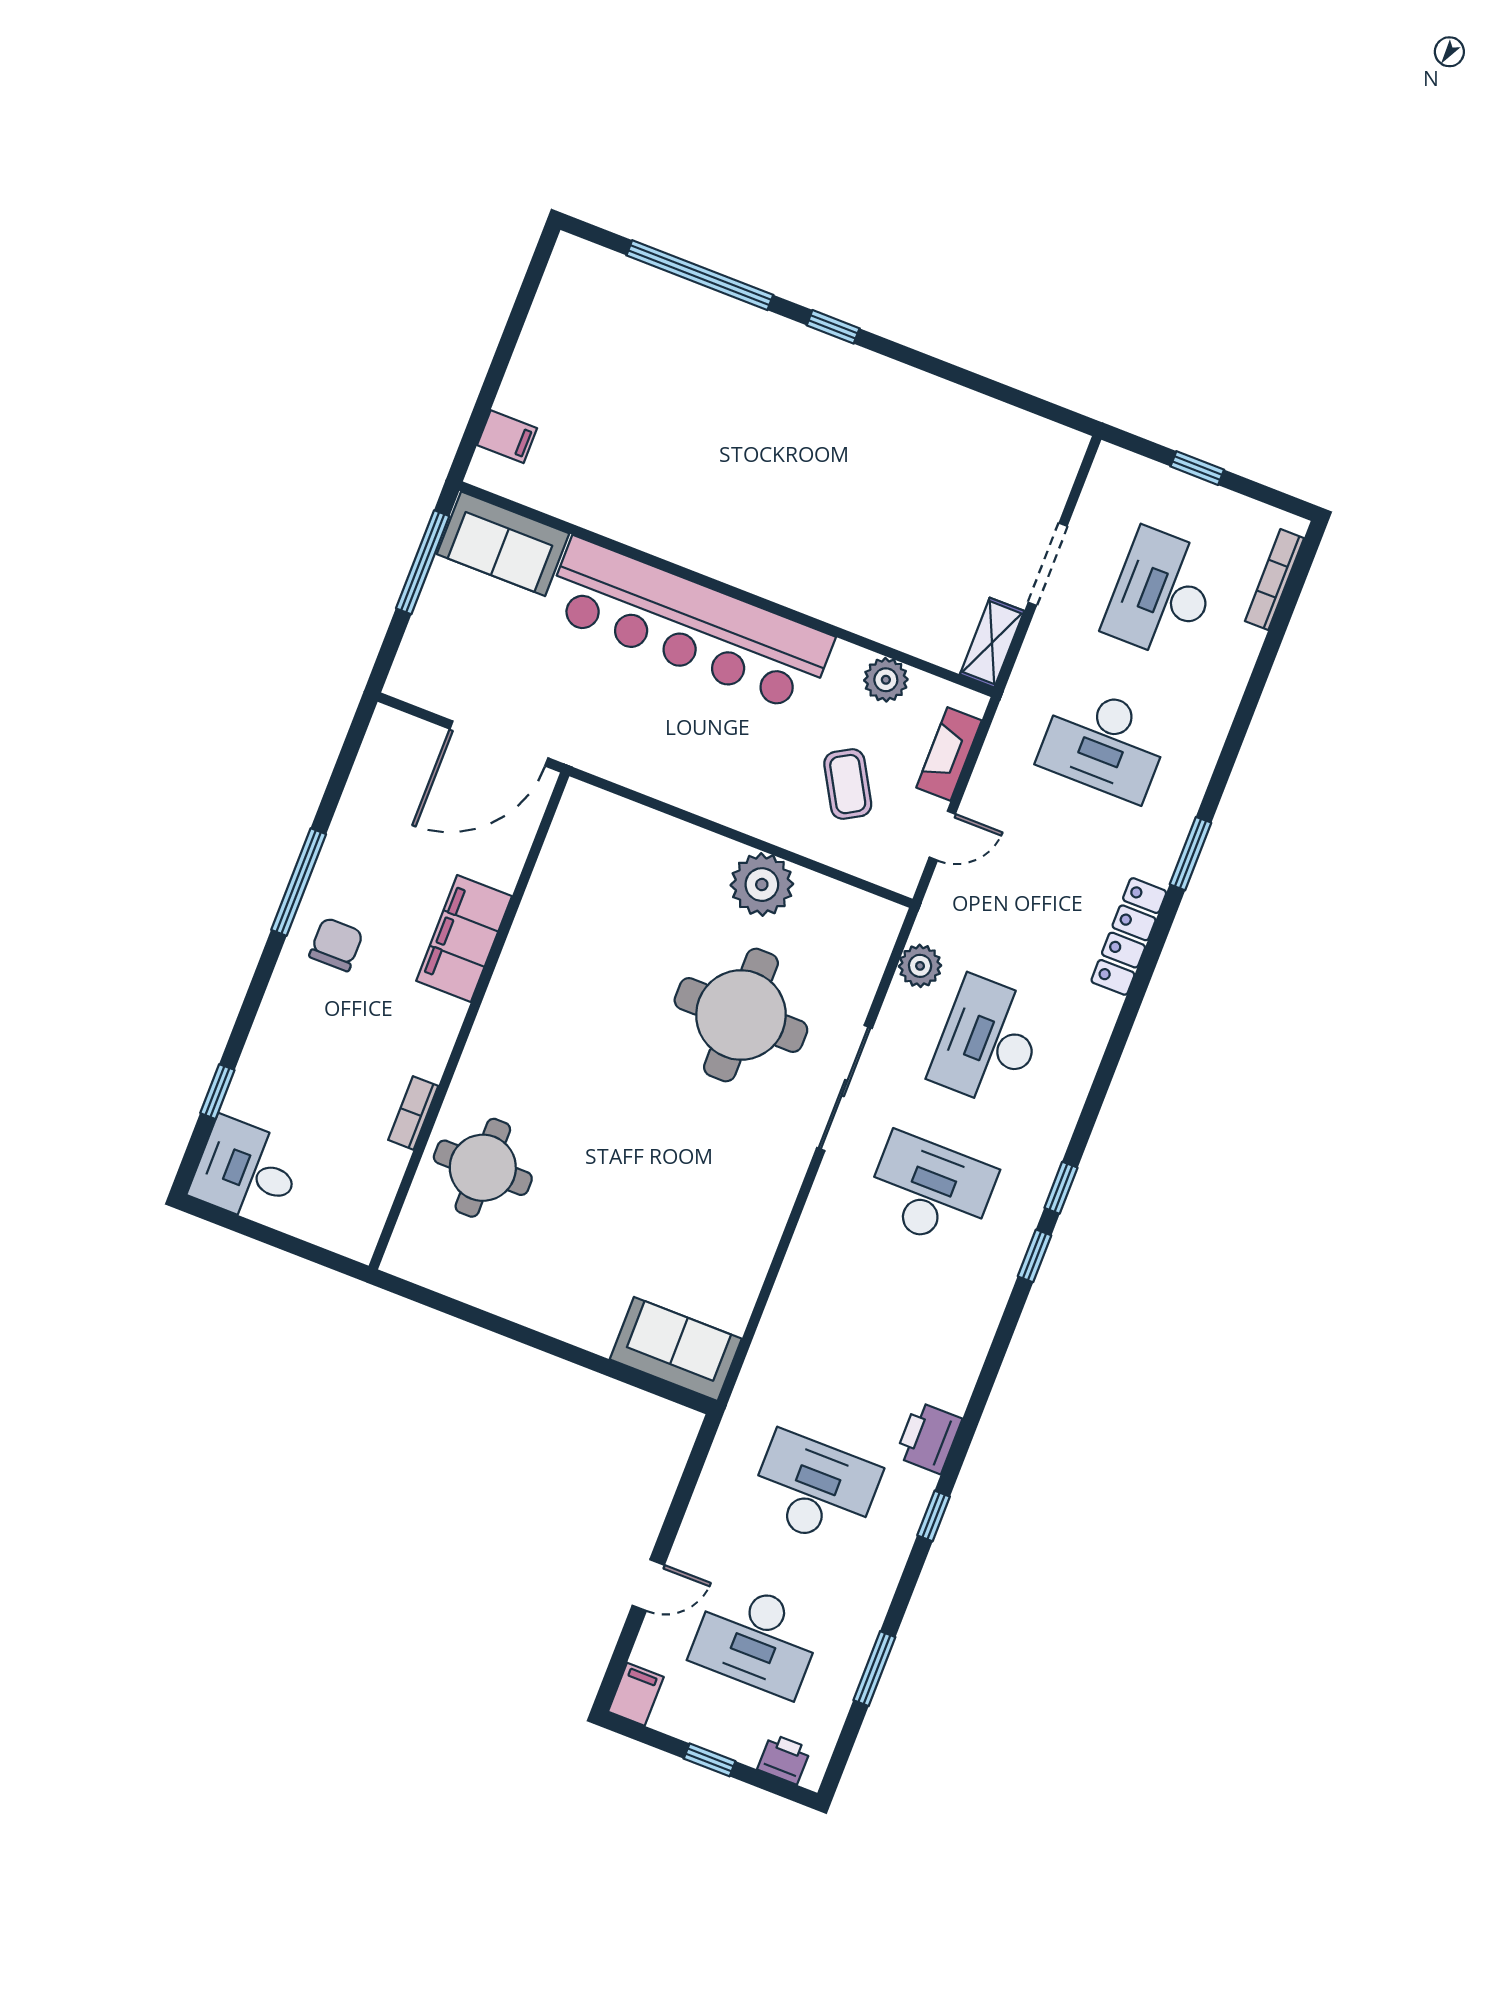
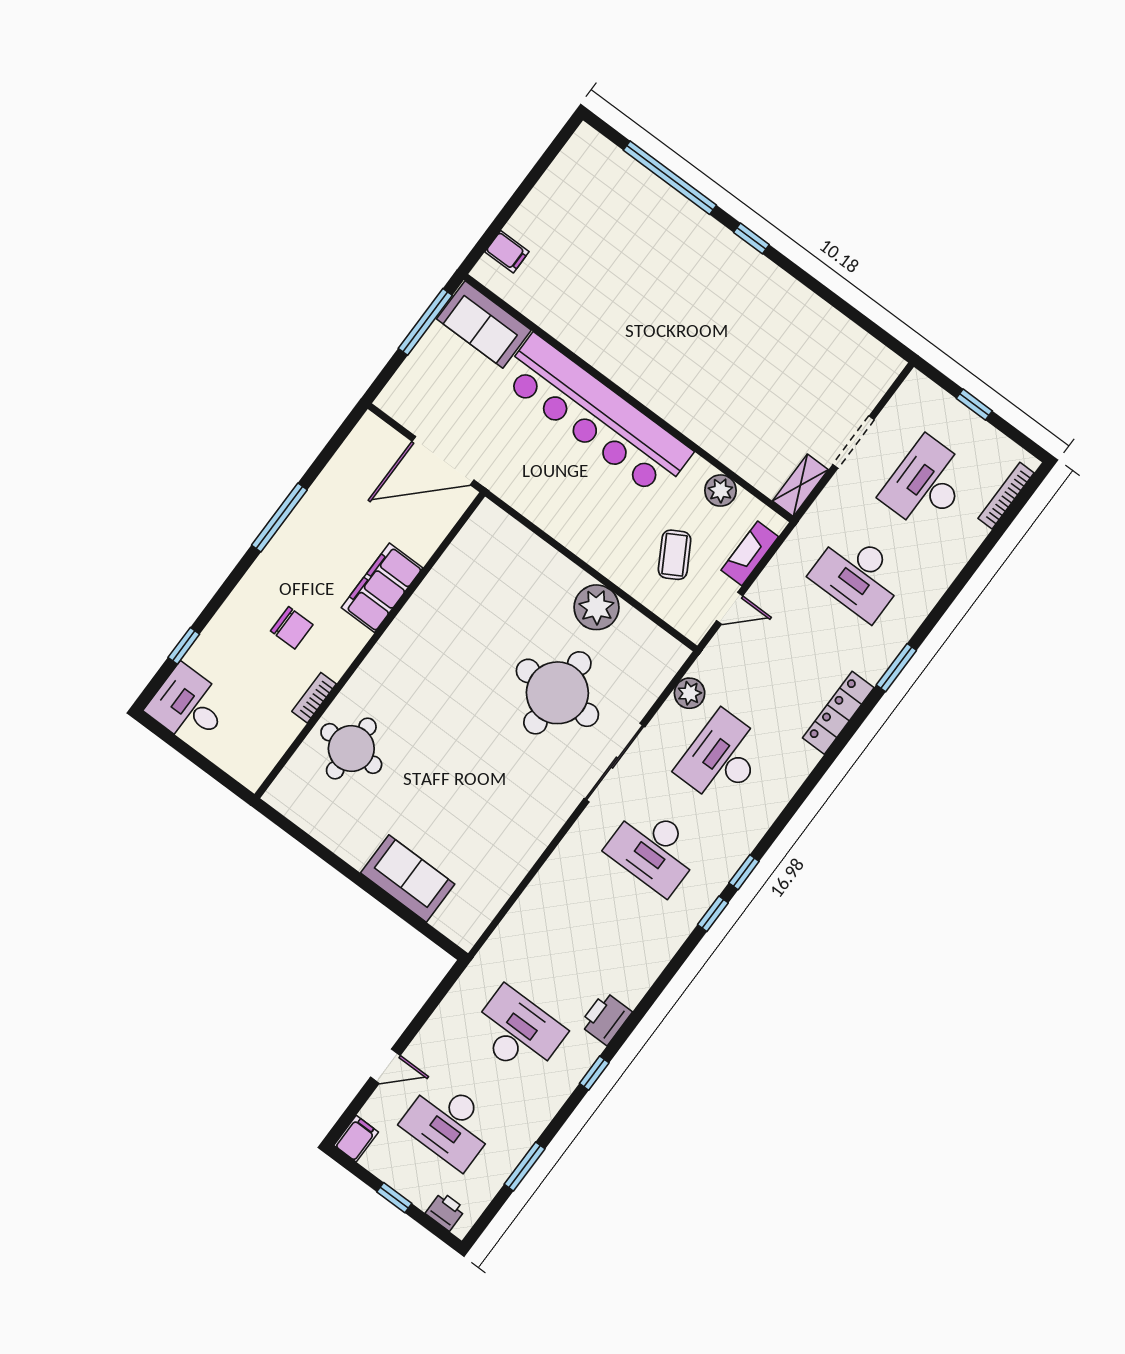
chair: (336, 944) -> (292, 628), moved, turned 90
desk: (930, 1191) -> (654, 850), turned 180
sofa: (676, 1349) -> (408, 878), moved

